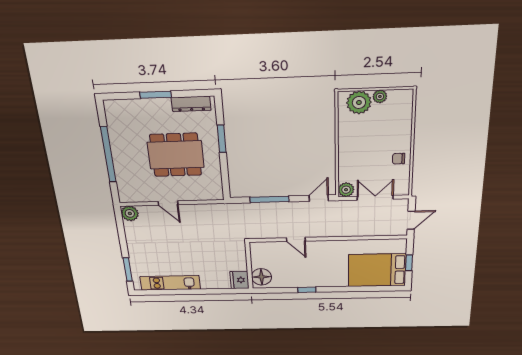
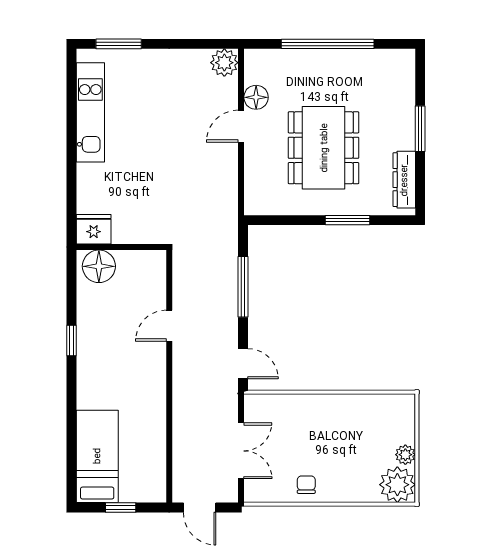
plant: (359, 102) -> (397, 485), moved
plant: (346, 190) -> (256, 406), removed
floor lamp: (149, 195) -> (256, 97), added
bed: (377, 270) -> (97, 456), width x0.67

